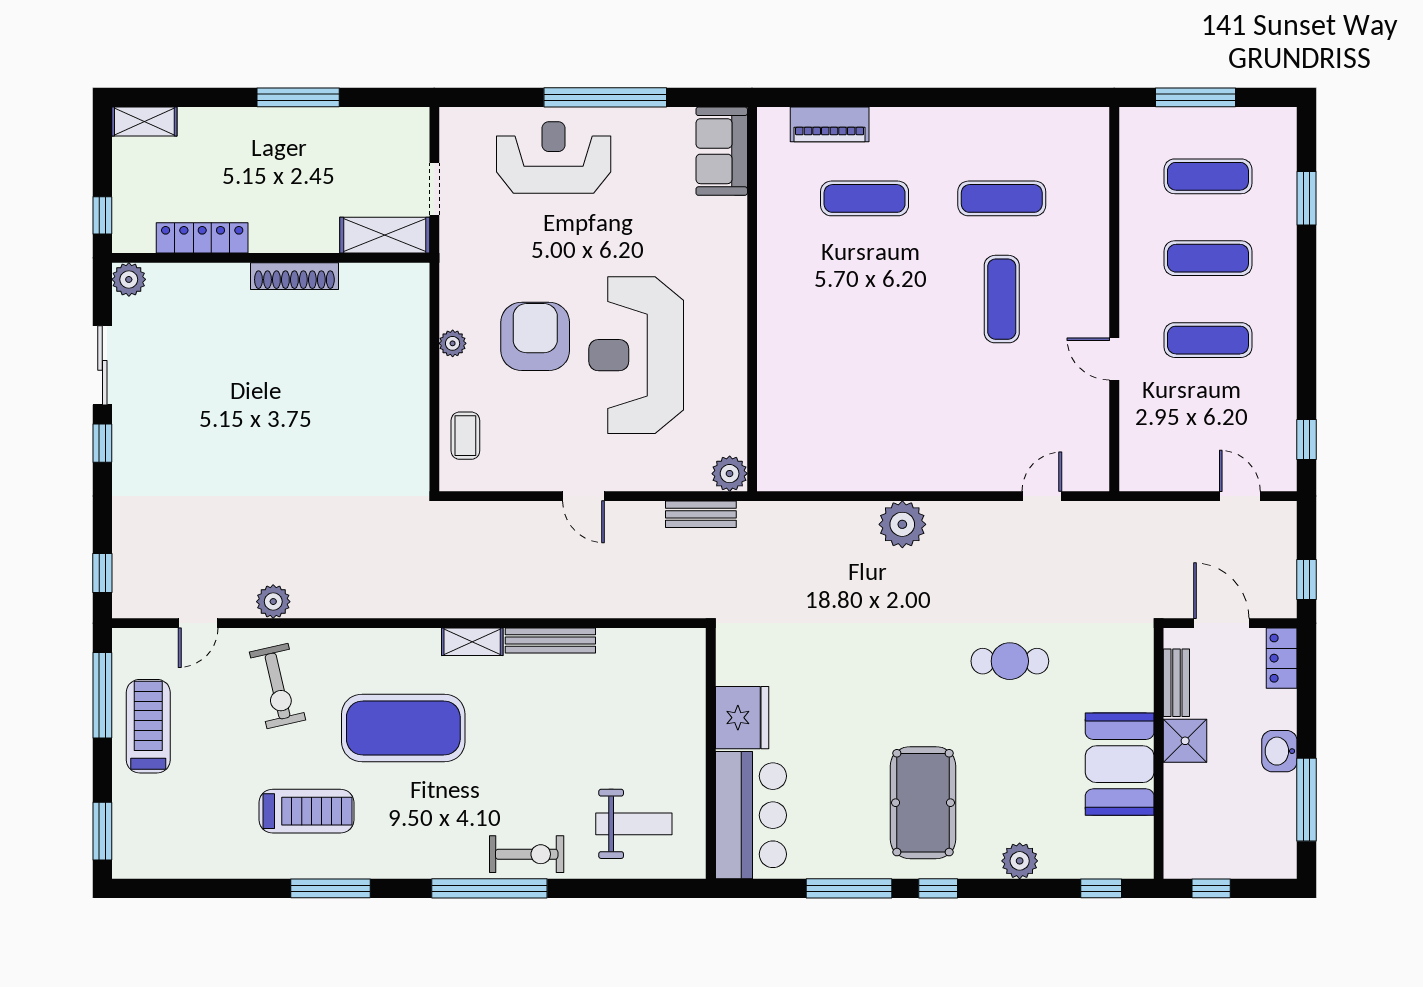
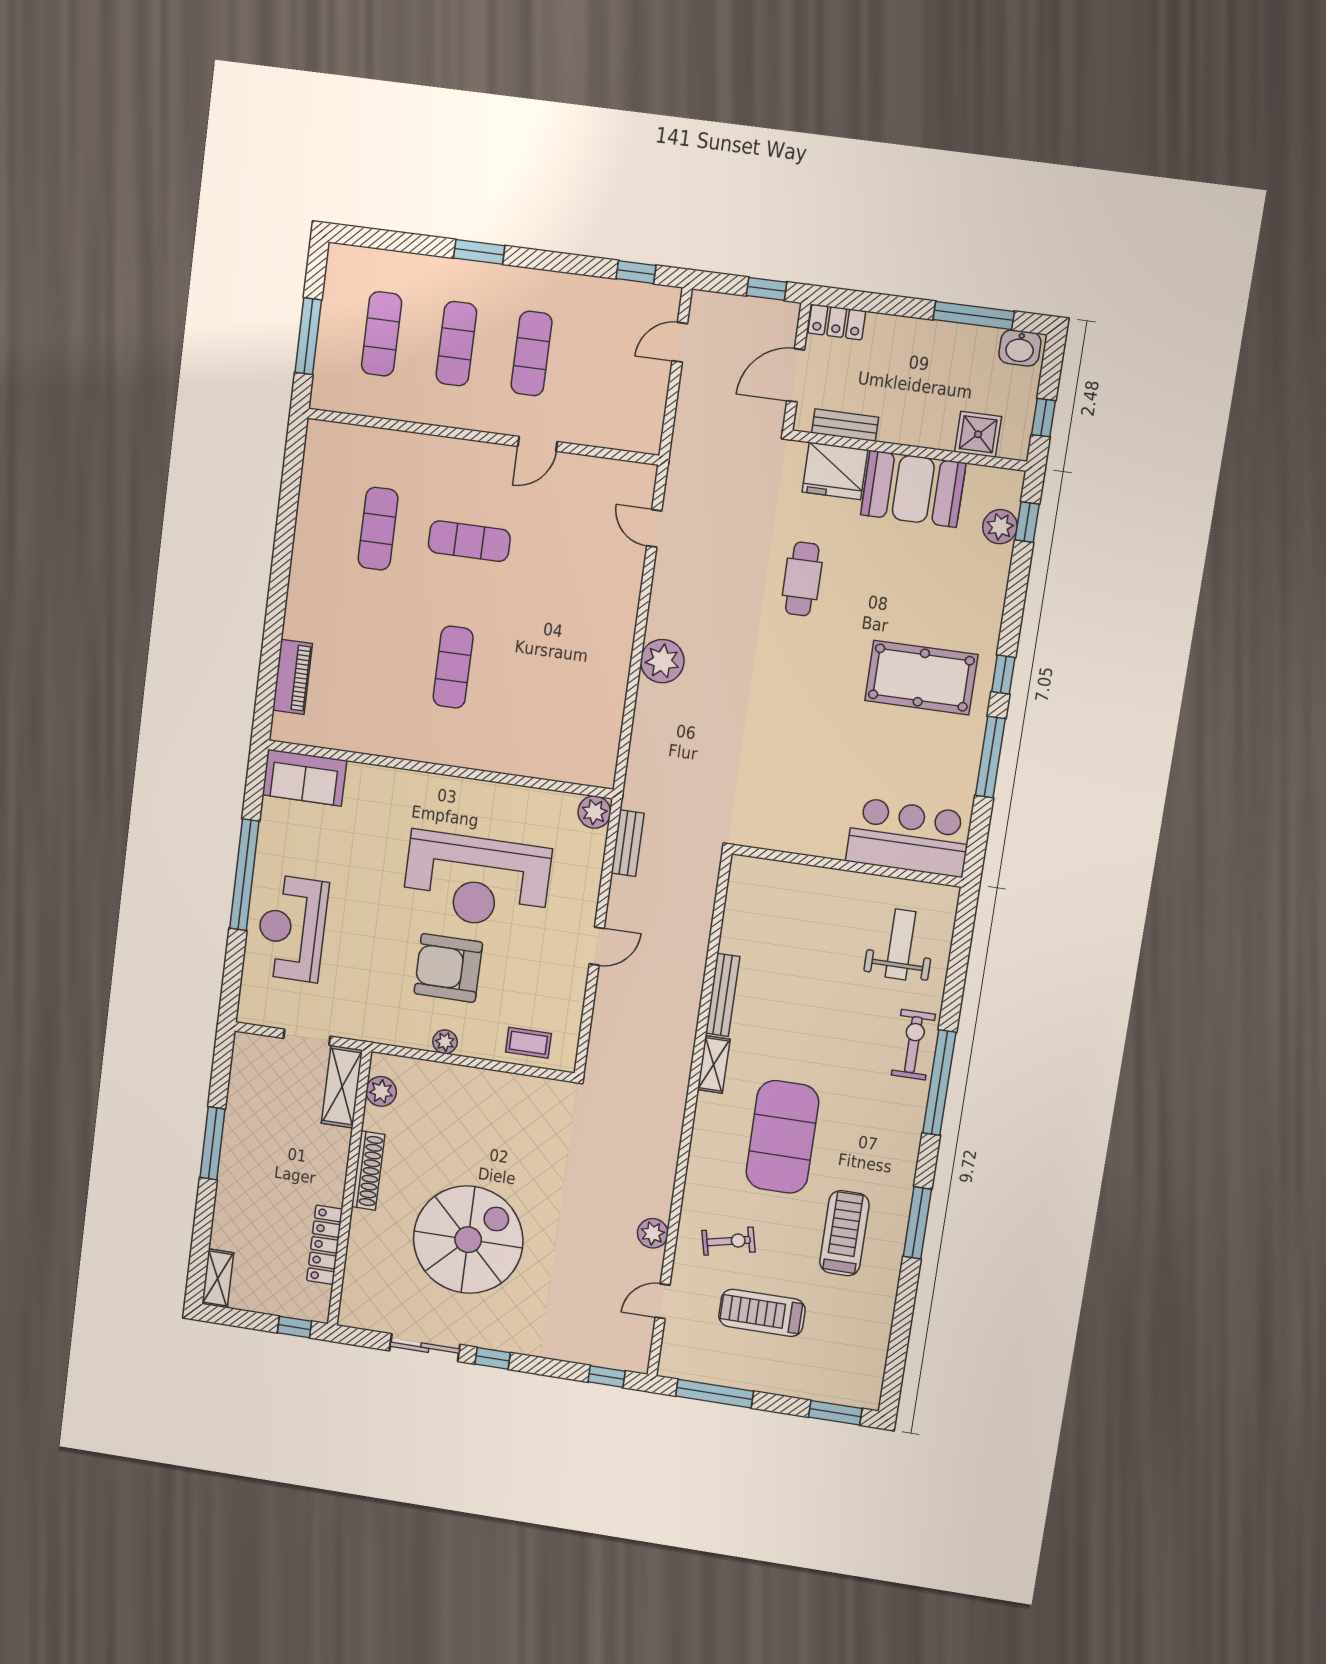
exercise mat: (865, 198) -> (453, 667), moved
window: (1306, 198) -> (479, 252), moved
plant: (129, 279) -> (381, 1091), moved
spiral stairs: (234, 398) -> (468, 1240), added
door: (198, 623) -> (663, 1301), swing flipped
exercise bike: (278, 686) -> (729, 1241), width x0.73, depth x0.72
fridge: (742, 718) -> (835, 471), moved, turned 180
treadmill: (148, 726) -> (762, 1313), moved
shower: (1185, 741) -> (978, 434), moved
washbasin: (1279, 751) -> (1020, 348), moved
plant: (1020, 861) -> (1000, 527), moved

